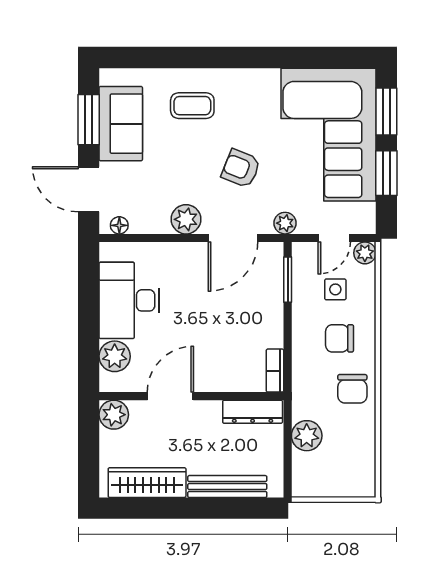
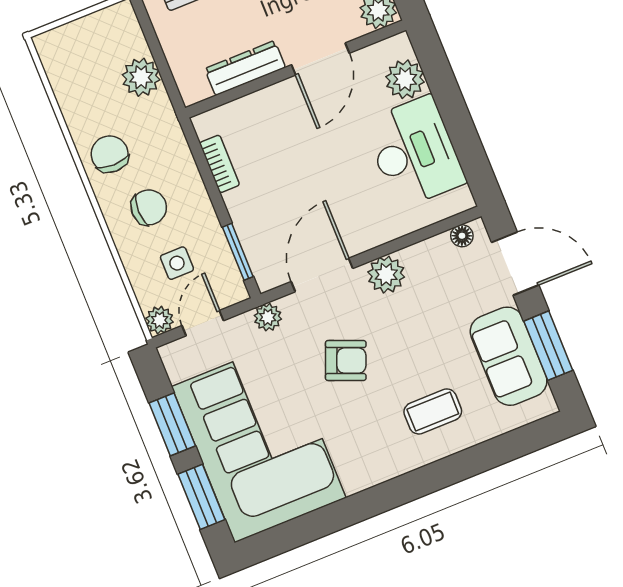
bookcase: (275, 371) -> (220, 164), moved
dresser: (253, 412) -> (245, 68), moved

